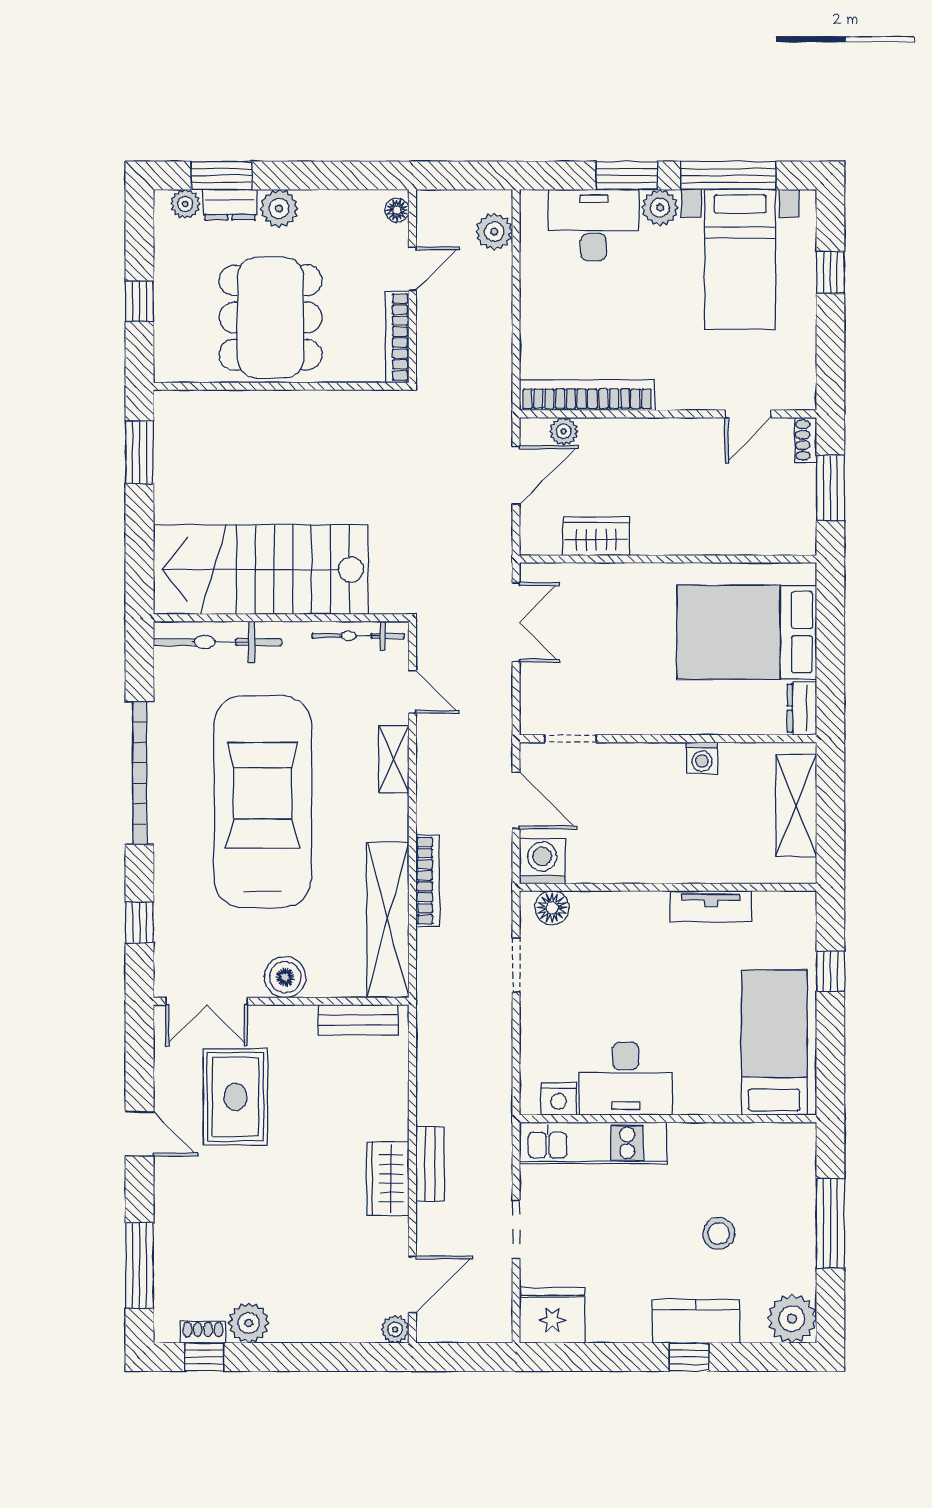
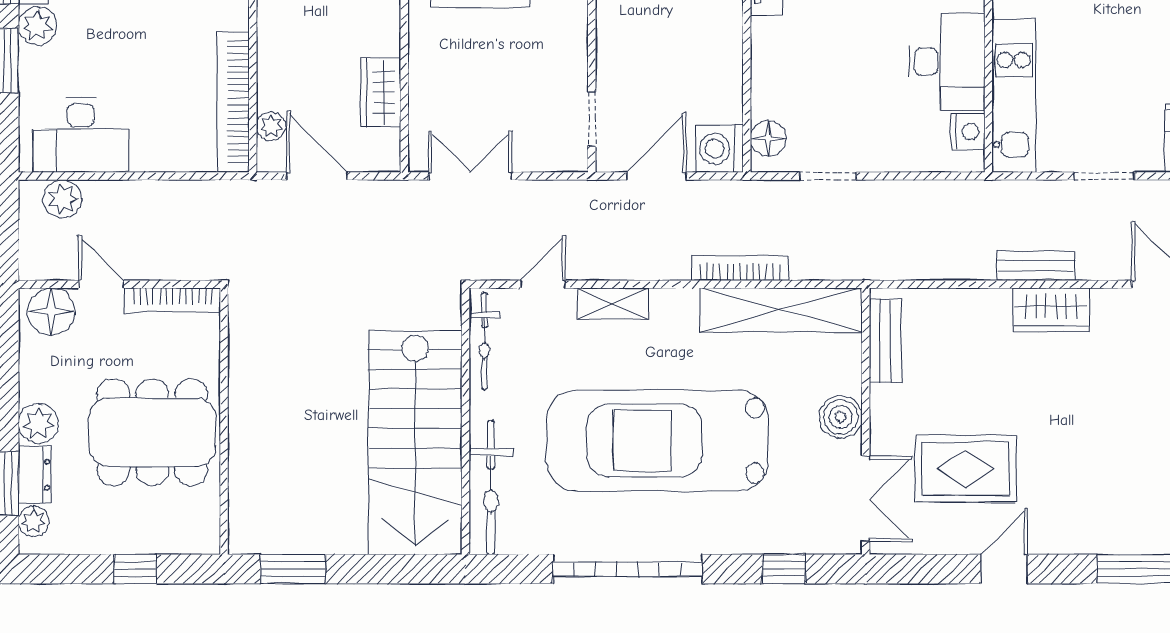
floor lamp: (397, 210) -> (51, 311), width x1.89, depth x1.89
desk: (594, 225) -> (81, 135), moved, turned -90

